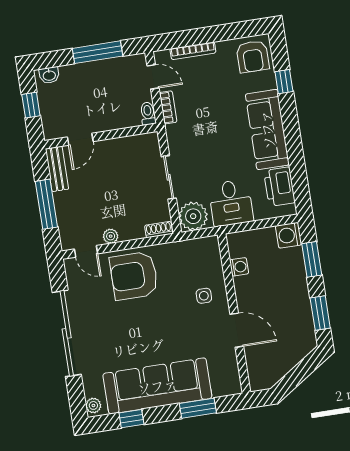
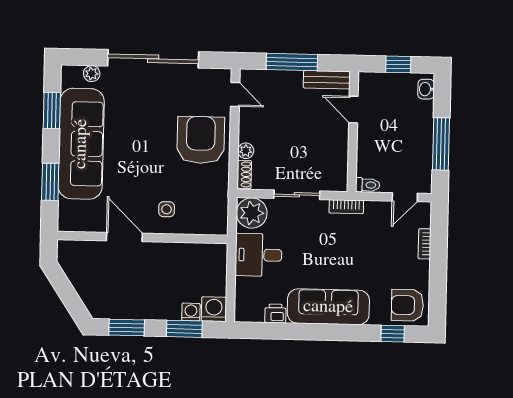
bookcase: (193, 51) -> (425, 244), width x0.64
window: (284, 82) -> (393, 334), moved
bookcase: (168, 107) -> (346, 207), moved
printer: (279, 187) -> (275, 313), width x0.53, depth x0.68
plant: (111, 236) -> (246, 151), moved
door: (86, 251) -> (235, 94), swing flipped
washing machine: (239, 267) -> (191, 312), moved, turned 180
door: (237, 330) -> (124, 237), swing flipped
plant: (93, 405) -> (92, 74), moved
window: (131, 419) -> (52, 110), width x1.50

